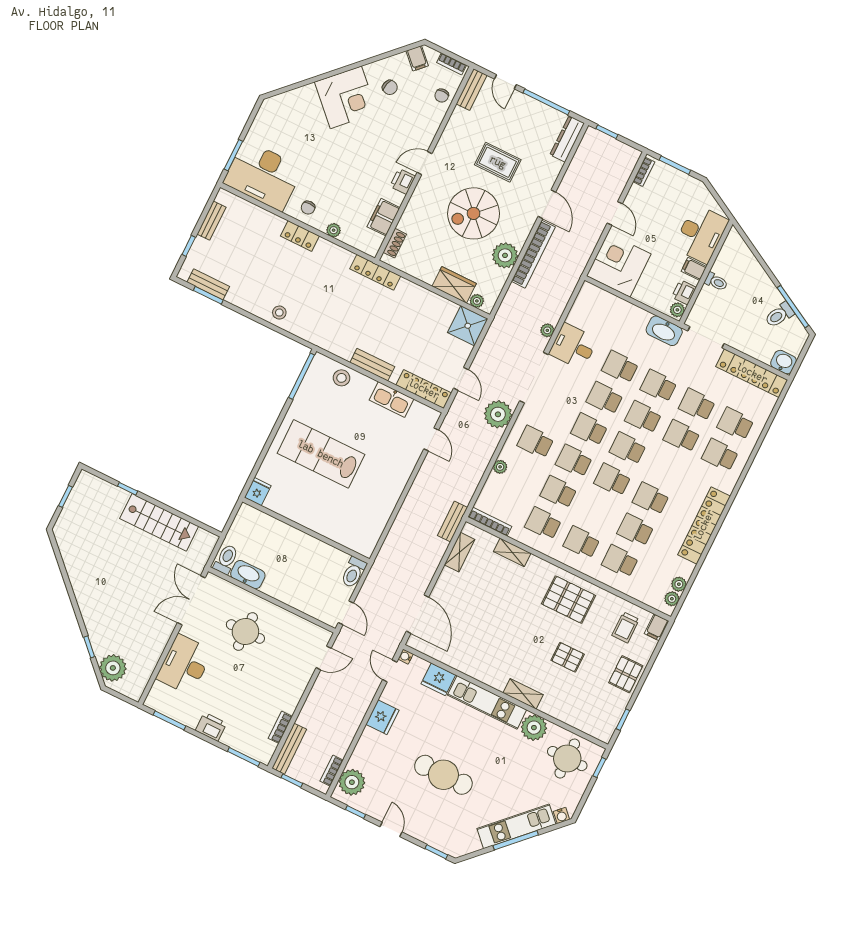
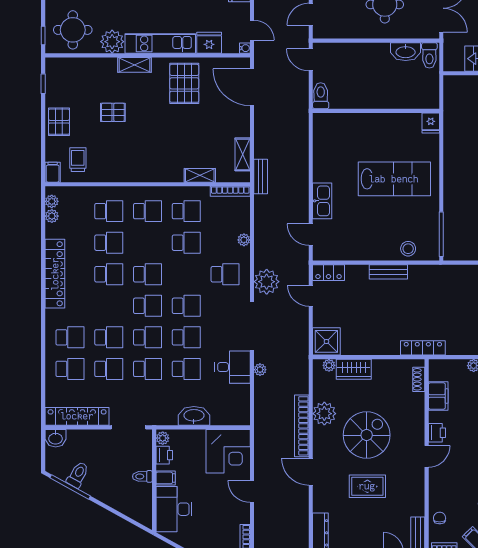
washbasin: (664, 331) -> (194, 416), moved
locker: (424, 389) -> (329, 273), width x0.66
kitchen sink: (392, 400) -> (322, 201), moved, turned 90
school desk: (574, 461) -> (186, 274), removed
pallet: (569, 600) -> (184, 83), moved, turned 90

